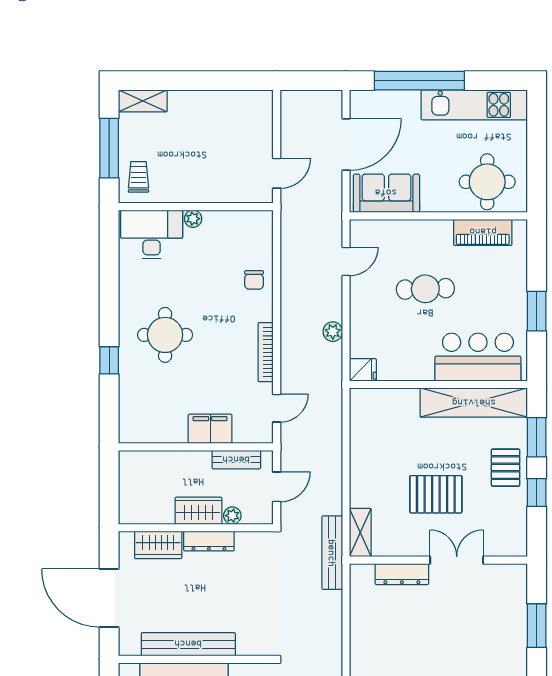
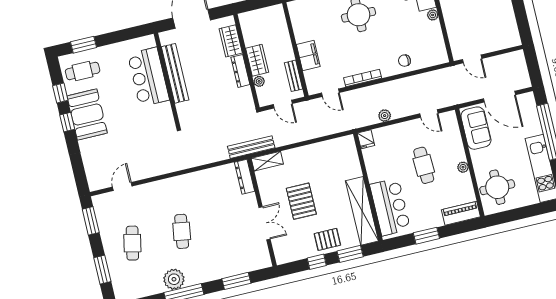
plant: (443, 228) -> (463, 167), added
piano: (483, 232) -> (461, 213), moved, turned 90
dresser: (402, 574) -> (245, 177), moved

